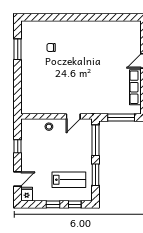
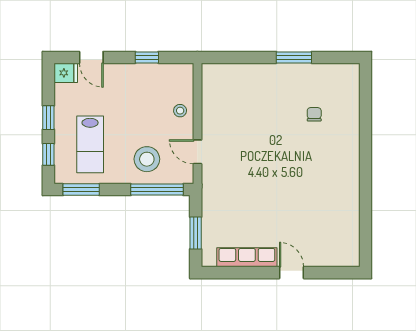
window: (18, 49) -> (294, 57), moved
window: (121, 117) -> (196, 233), width x0.69
stool: (78, 146) -> (147, 159), added
window: (95, 175) -> (81, 190), moved

